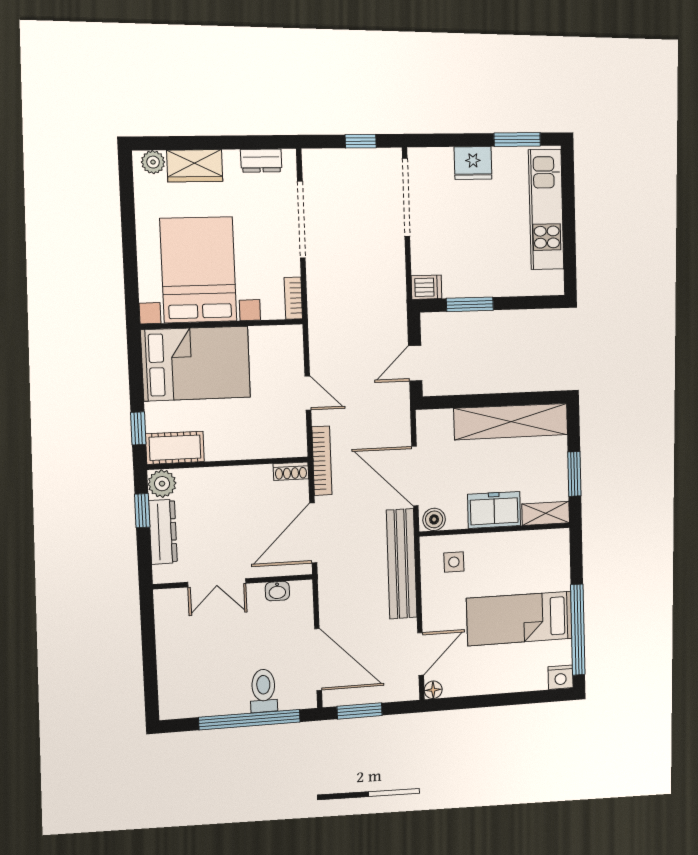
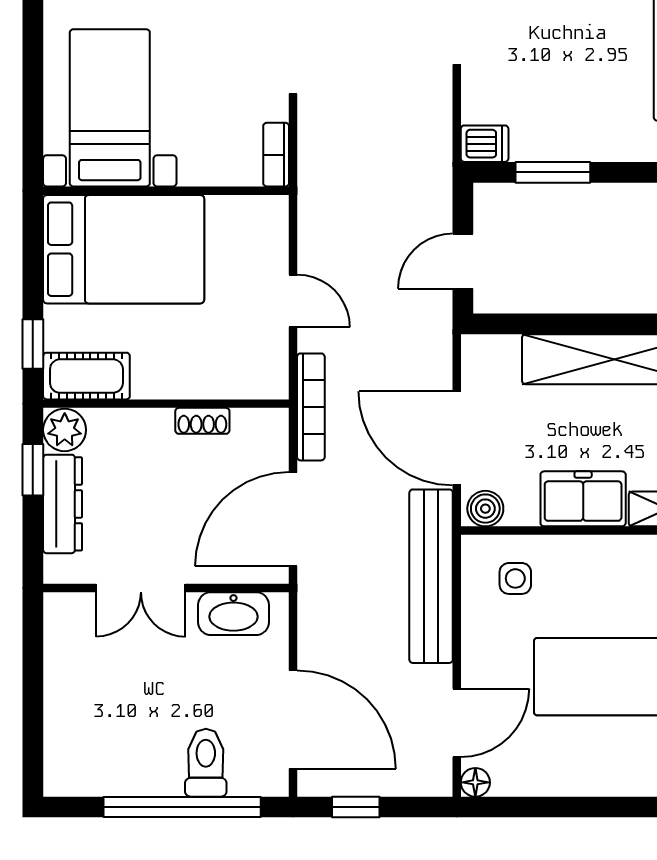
bed with nightstands: (198, 270) -> (110, 108), width x0.73
shoe rack: (291, 471) -> (202, 421), moved
washbasin: (277, 591) -> (233, 614), width x1.91, depth x1.45
window: (360, 711) -> (356, 807), width x0.67

